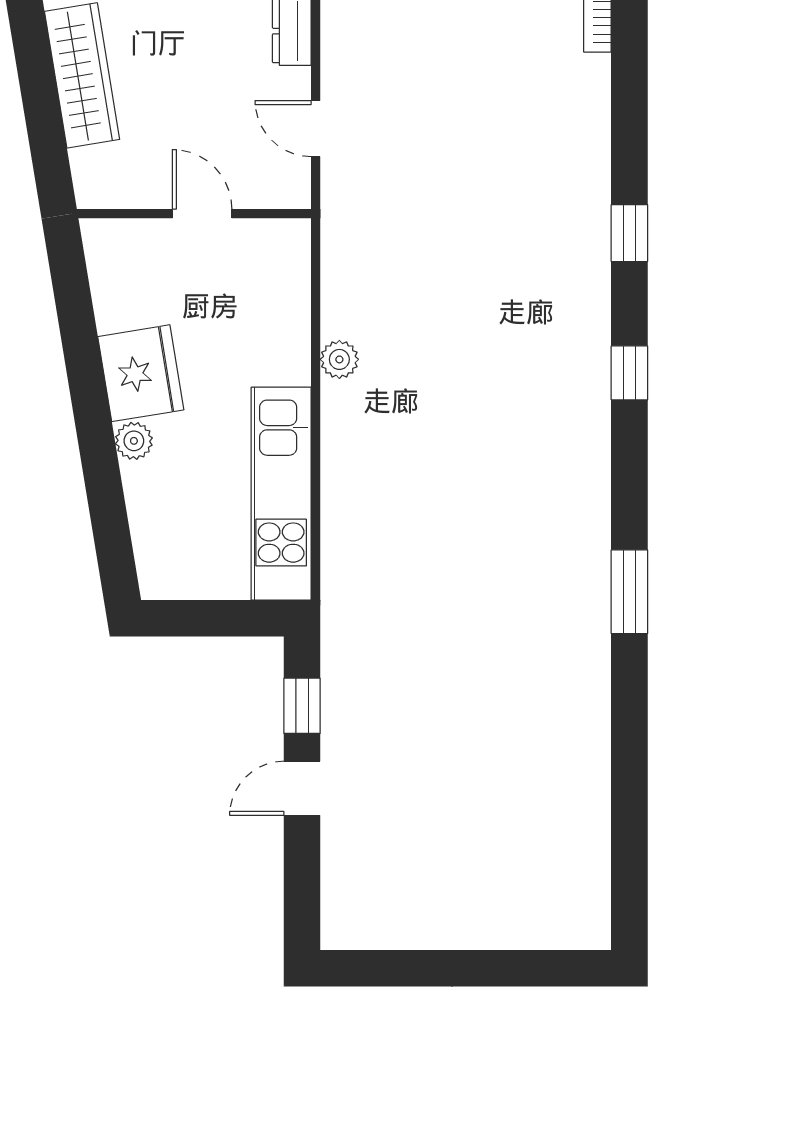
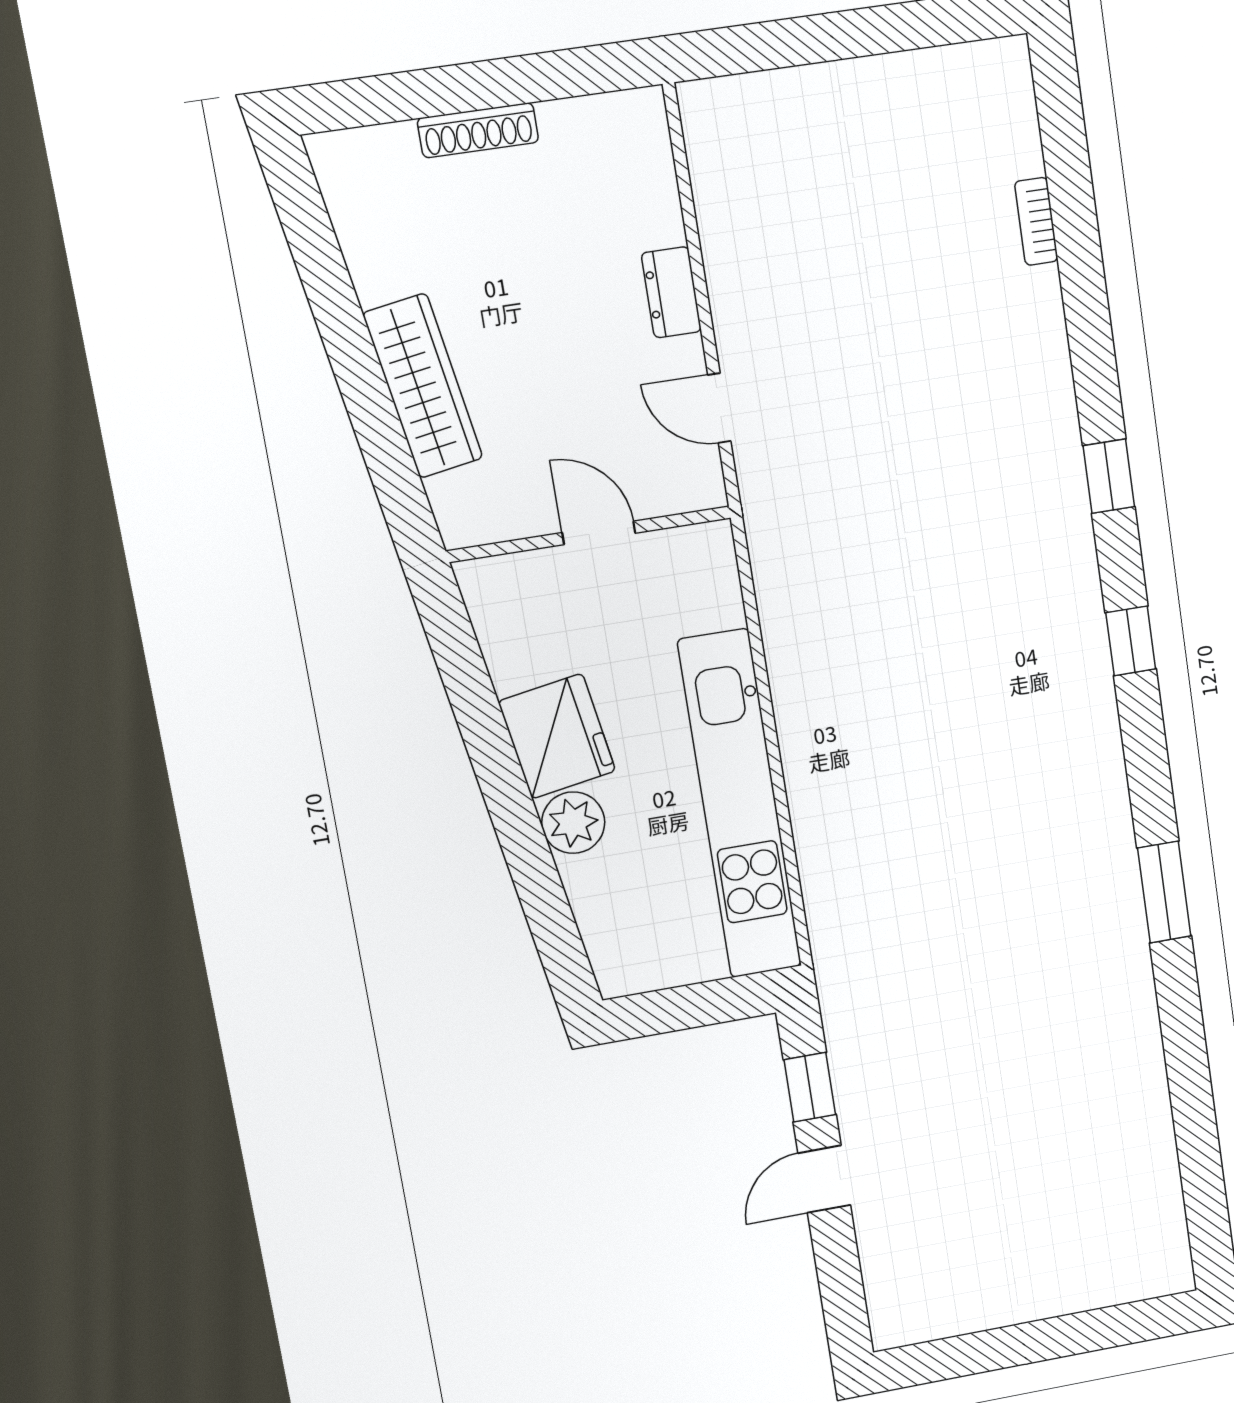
plant: (339, 359) -> (791, 681), removed
plant: (134, 441) -> (573, 823), width x1.38, depth x1.38
kitchen unit: (281, 494) -> (740, 804), width x1.36

